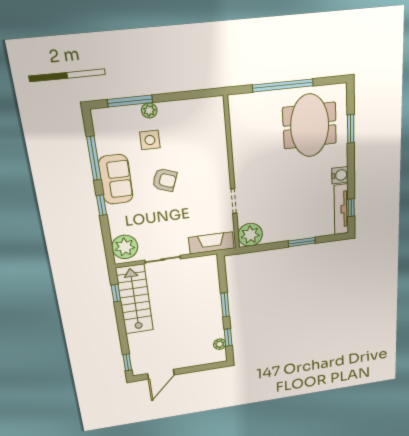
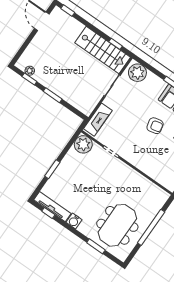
meeting table: (310, 126) -> (117, 225), turned 90
armchair: (165, 180) -> (155, 126), turned -123

